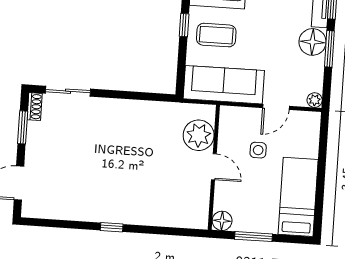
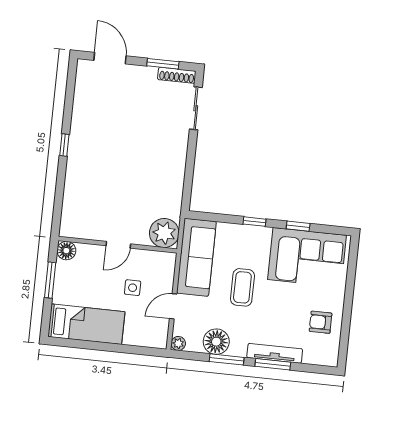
coffee table: (216, 35) -> (242, 287), moved
floor lamp: (312, 42) -> (216, 342), moved
shoe rack: (35, 107) -> (177, 75), width x1.43
door: (276, 107) -> (173, 306), hinge flipped
plant: (199, 135) -> (164, 233), moved

